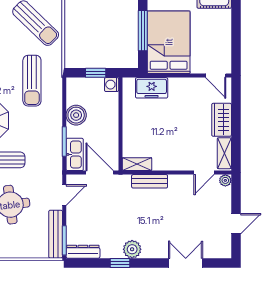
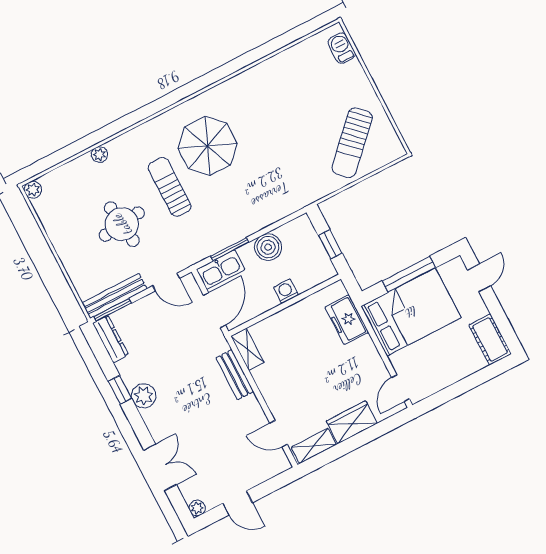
sun lounger: (32, 81) -> (282, 174), removed
washing machine: (112, 85) -> (286, 291), moved
plant: (225, 180) -> (197, 508), moved

